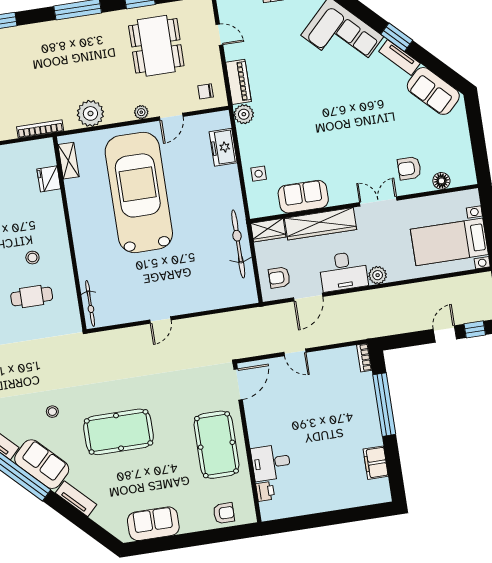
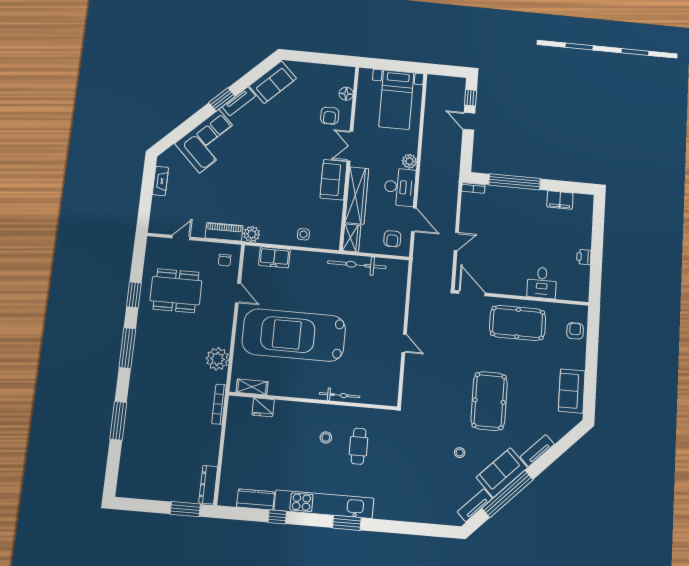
plant: (141, 112) -> (228, 317), removed
sofa: (303, 197) -> (334, 180), moved
bicycle: (90, 303) -> (340, 395), moved
printer: (265, 491) -> (584, 257), moved, turned -90

